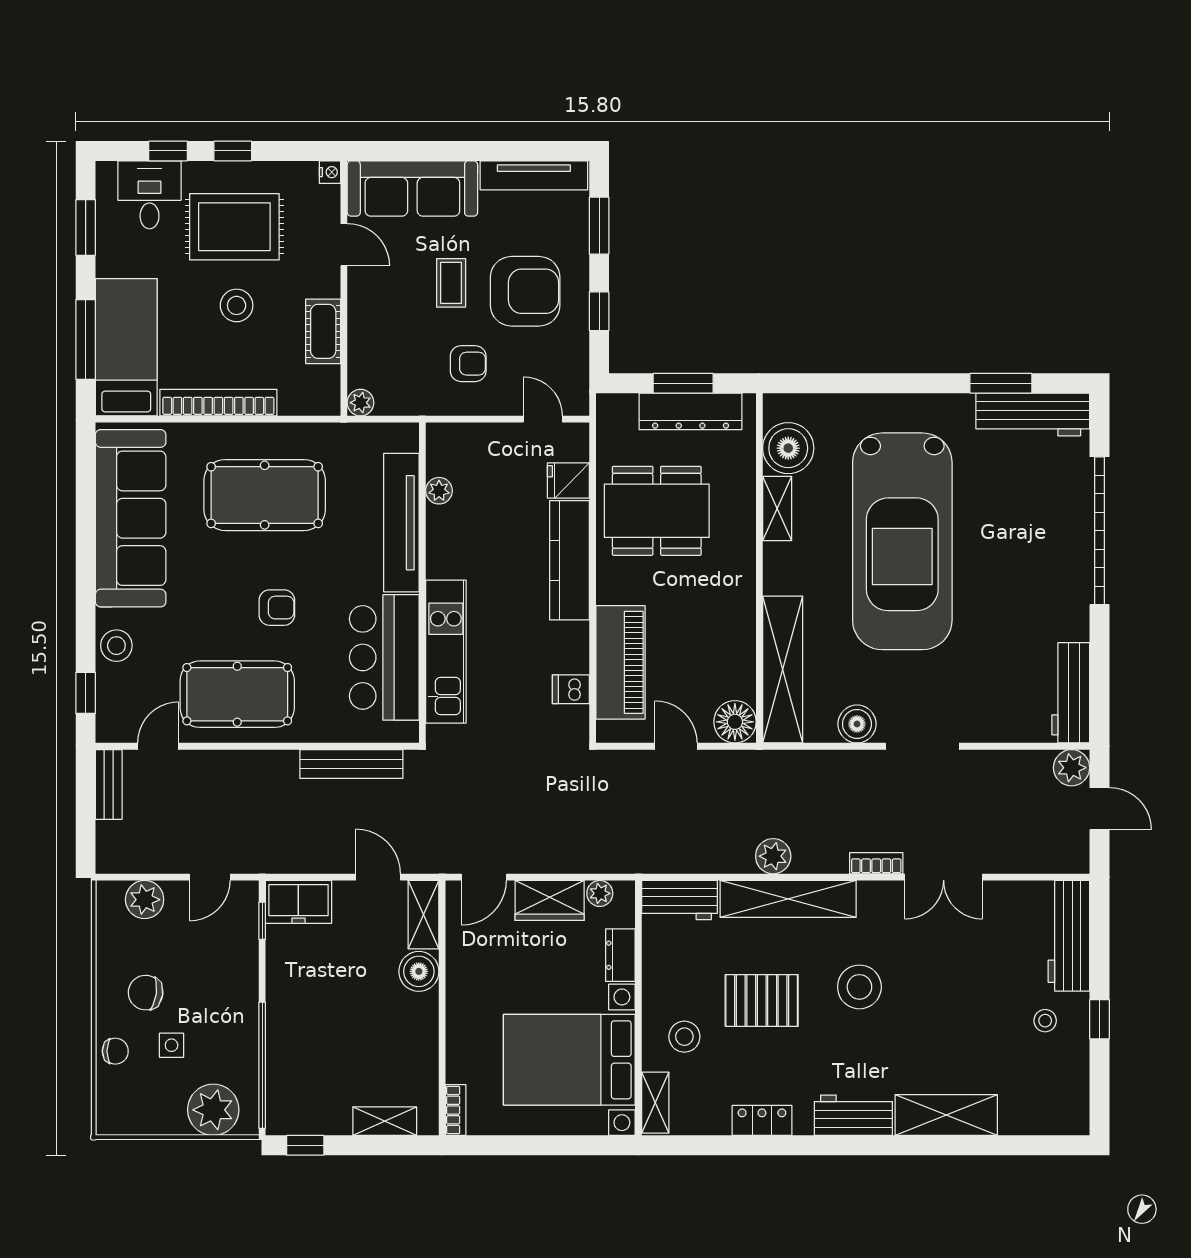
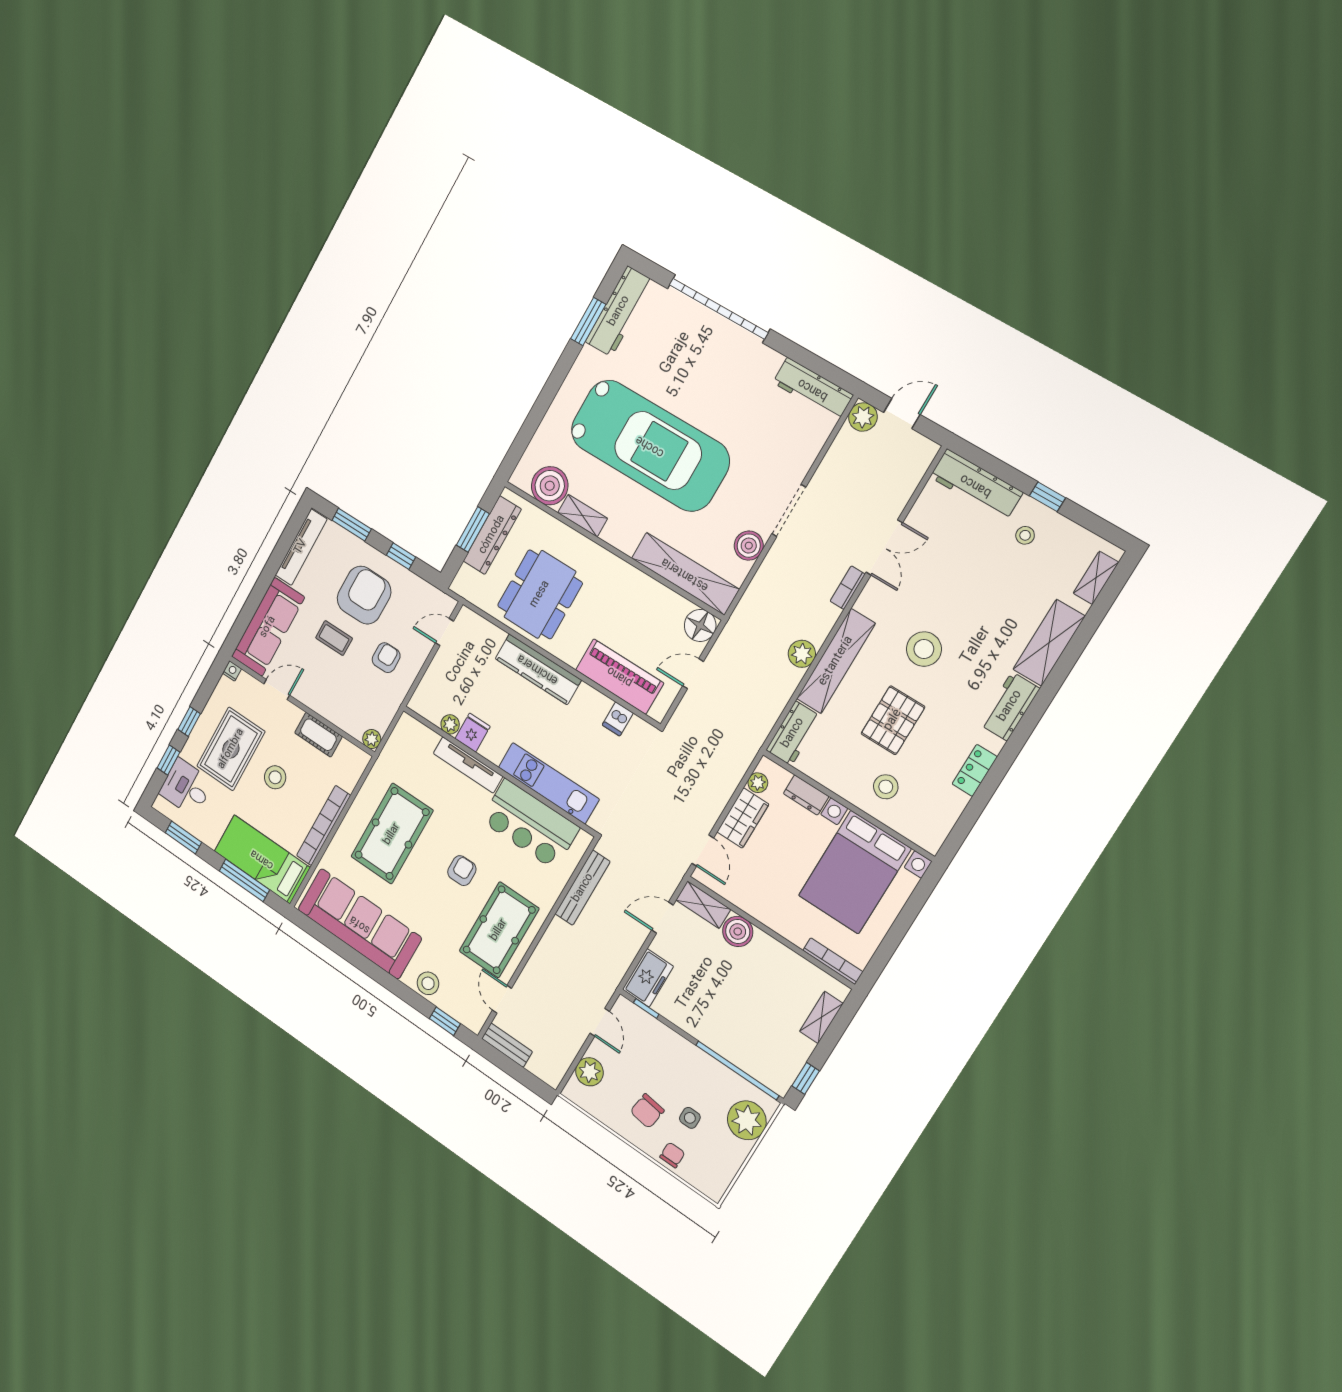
fridge: (568, 480) -> (473, 733), moved, turned 180
tv unit: (401, 523) -> (468, 765), width x0.73, depth x0.78
shelving: (655, 1103) -> (1096, 578), moved, turned 90
bookcase: (456, 1110) -> (833, 961), width x1.56

